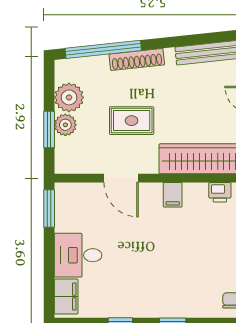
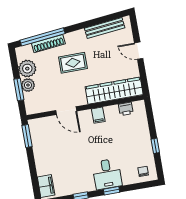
shoe rack: (137, 59) -> (48, 44), moved
rug: (132, 121) -> (73, 63), moved
desk: (78, 255) -> (107, 174), moved, turned -90

